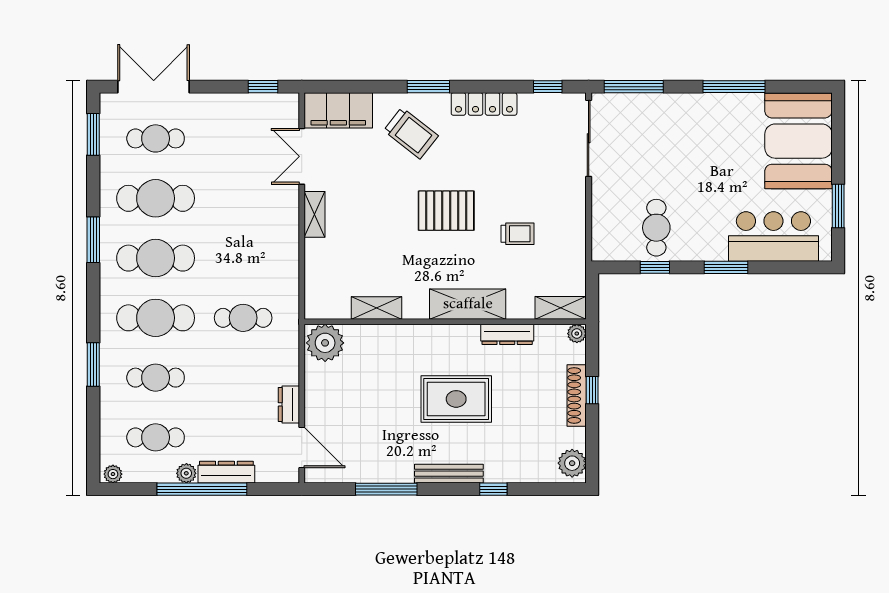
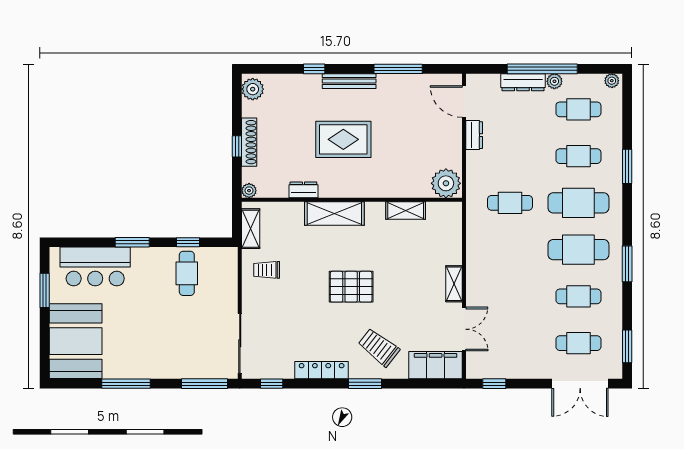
cafe table: (156, 198) -> (578, 296), width x0.73, depth x0.74
trolley: (518, 234) -> (267, 270), moved
shelving: (561, 308) -> (251, 229), moved, turned 90
dresser: (507, 334) -> (303, 190), width x0.70

